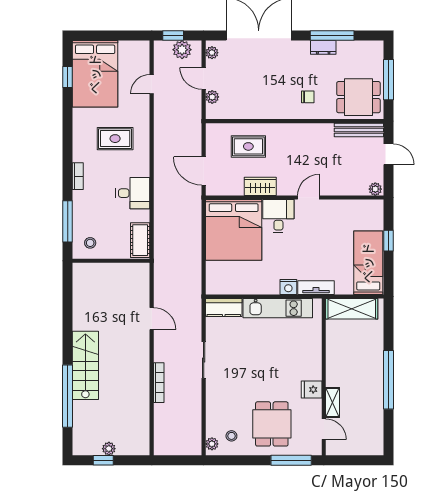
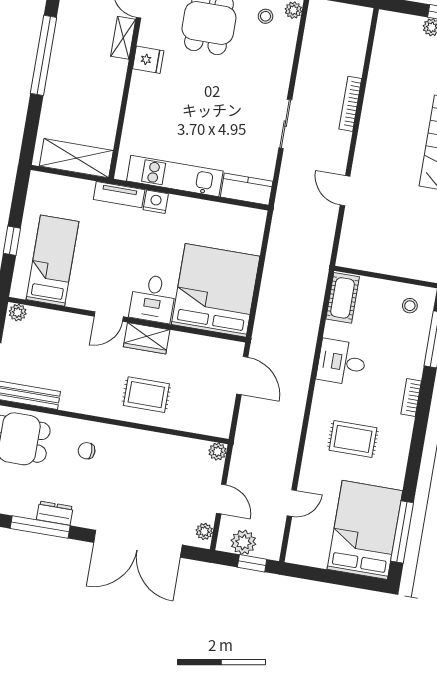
window: (68, 77) -> (402, 532), width x2.17
plant: (212, 97) -> (217, 452), moved
rug: (248, 146) -> (146, 395), moved
wardrobe: (260, 186) -> (147, 338), moved
bed: (368, 263) -> (53, 261), moved, turned 180

